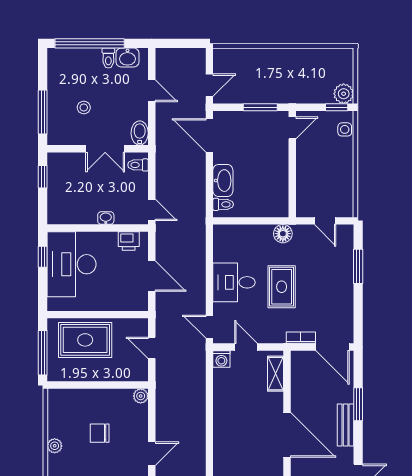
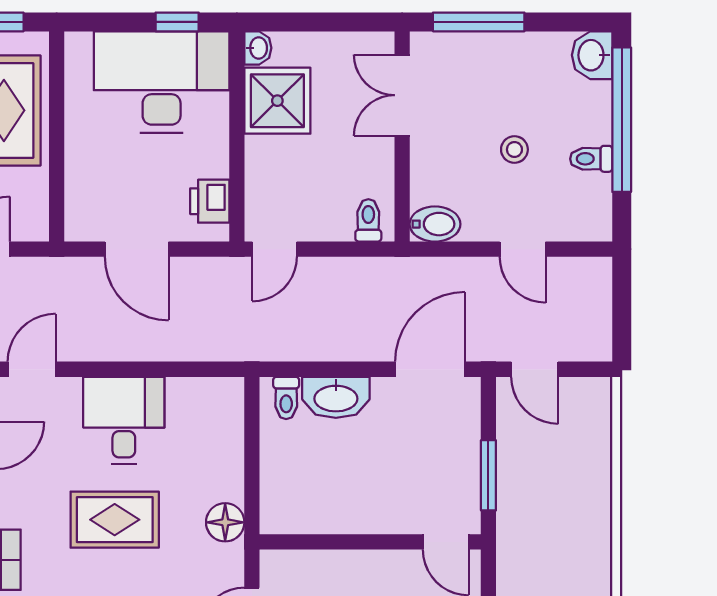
washbasin: (127, 57) -> (592, 55), moved
door: (152, 91) -> (523, 249), hinge flipped
stool: (84, 107) -> (514, 150), moved
double door: (105, 149) -> (402, 95), moved
window: (43, 177) -> (344, 22), removed
shower: (80, 209) -> (277, 101), added
washbasin: (106, 218) -> (258, 48), moved
door: (152, 276) -> (137, 249), hinge flipped

